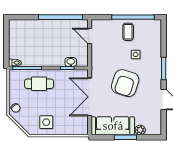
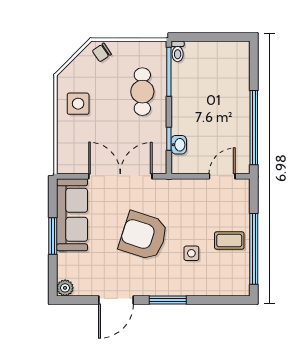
plant: (140, 130) -> (65, 288), moved

